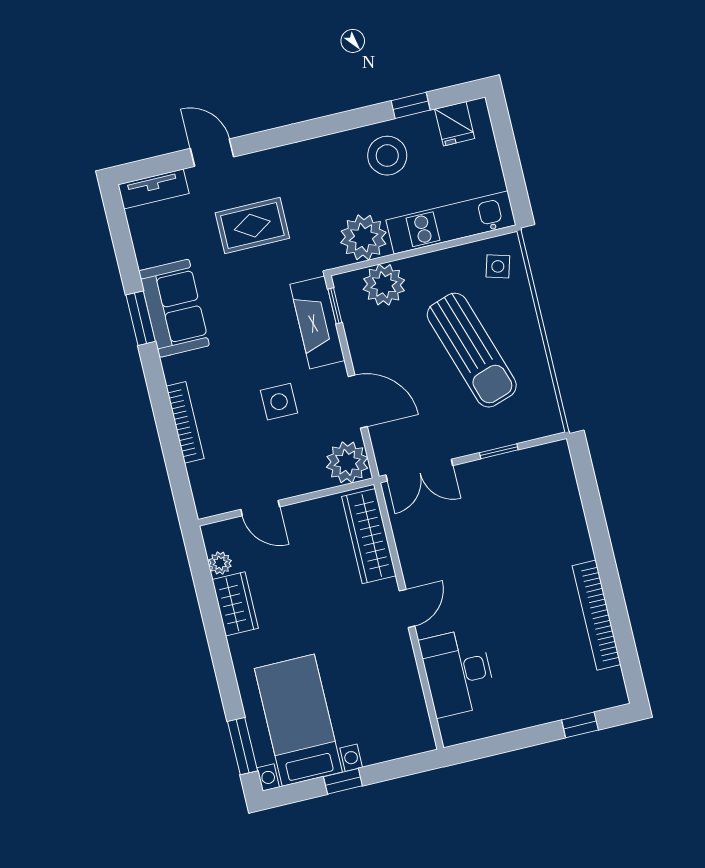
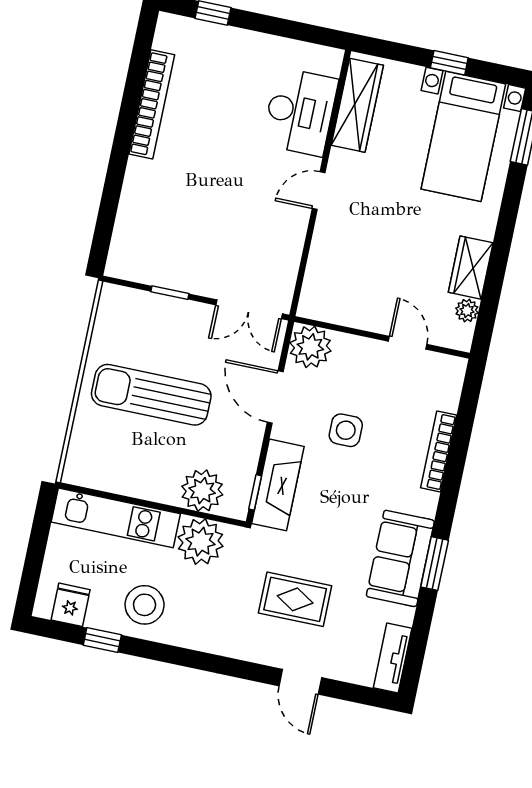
tv unit: (153, 189) -> (393, 658), moved, turned -90
side table: (498, 266) -> (92, 459), removed
sun lounger: (472, 350) -> (151, 395), turned -72
double door: (419, 470) -> (249, 309), swing flipped
wardrobe: (369, 536) -> (357, 105), moved

